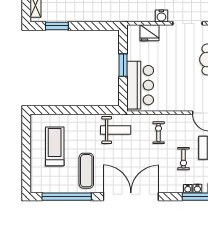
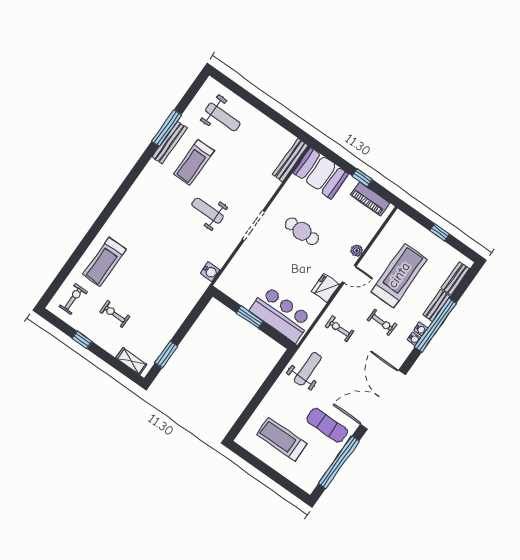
water cooler: (161, 16) -> (210, 272), moved
fridge: (150, 33) -> (326, 288), moved, turned 180

